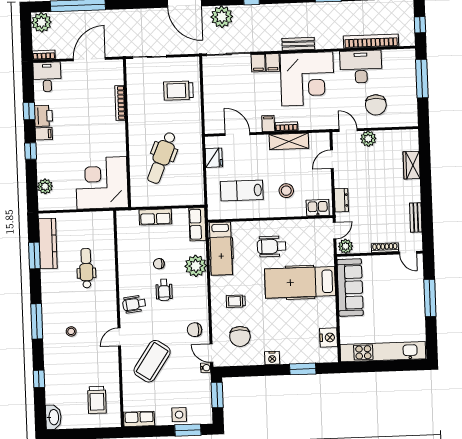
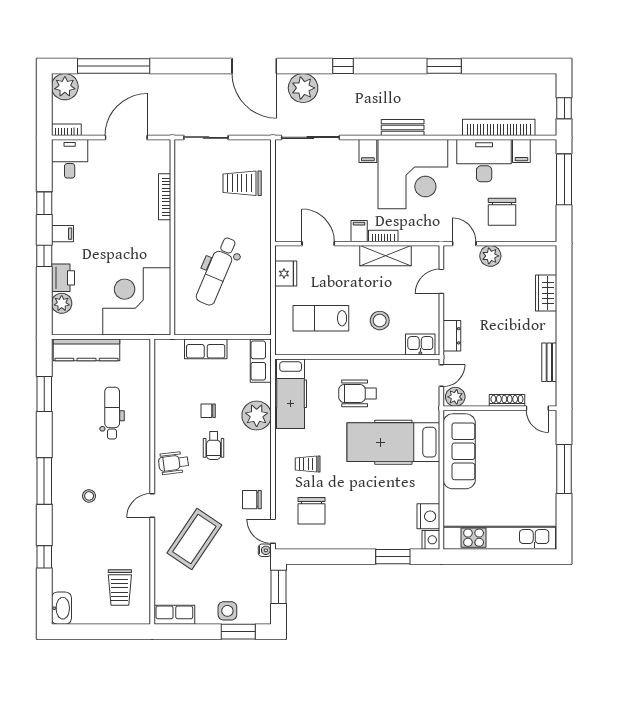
filing cabinet: (258, 63) -> (521, 151), moved
printer: (43, 116) -> (63, 278), moved
kitchen counter: (48, 243) -> (86, 350), moved, turned 90
nightstand: (272, 358) -> (431, 540), moved, turned -90

